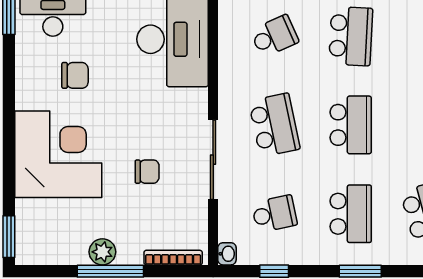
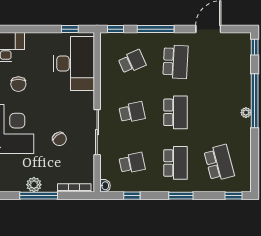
chair: (75, 75) -> (18, 84), turned 90
school desk: (274, 125) -> (132, 112), width x0.54
chair: (147, 172) -> (59, 139), turned 54

